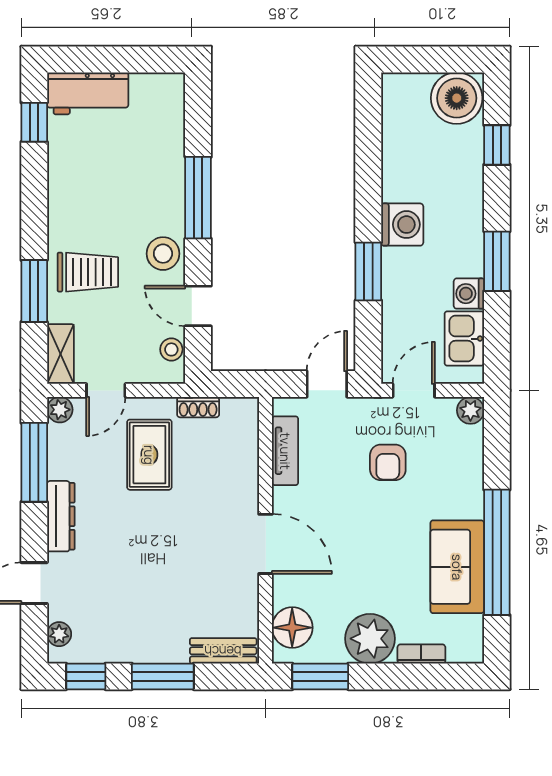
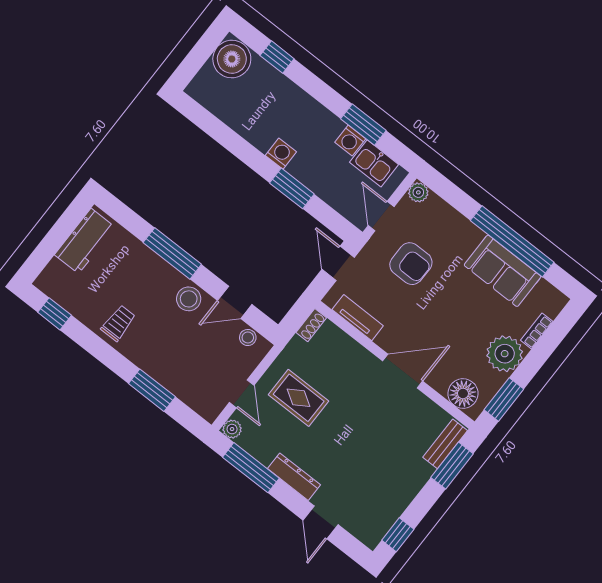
workbench: (88, 93) -> (85, 241), moved
washing machine: (402, 225) -> (281, 154), width x0.73, depth x0.73
window: (497, 261) -> (363, 125), moved
trolley: (88, 272) -> (118, 323), moved, width x0.73, depth x0.72
shelving: (60, 354) -> (200, 404), removed
shoe rack: (198, 407) -> (311, 325), moved
armchair: (388, 462) -> (411, 264), width x1.38, depth x1.38
plant: (59, 634) -> (361, 531), removed
window: (163, 676) -> (452, 466), moved

